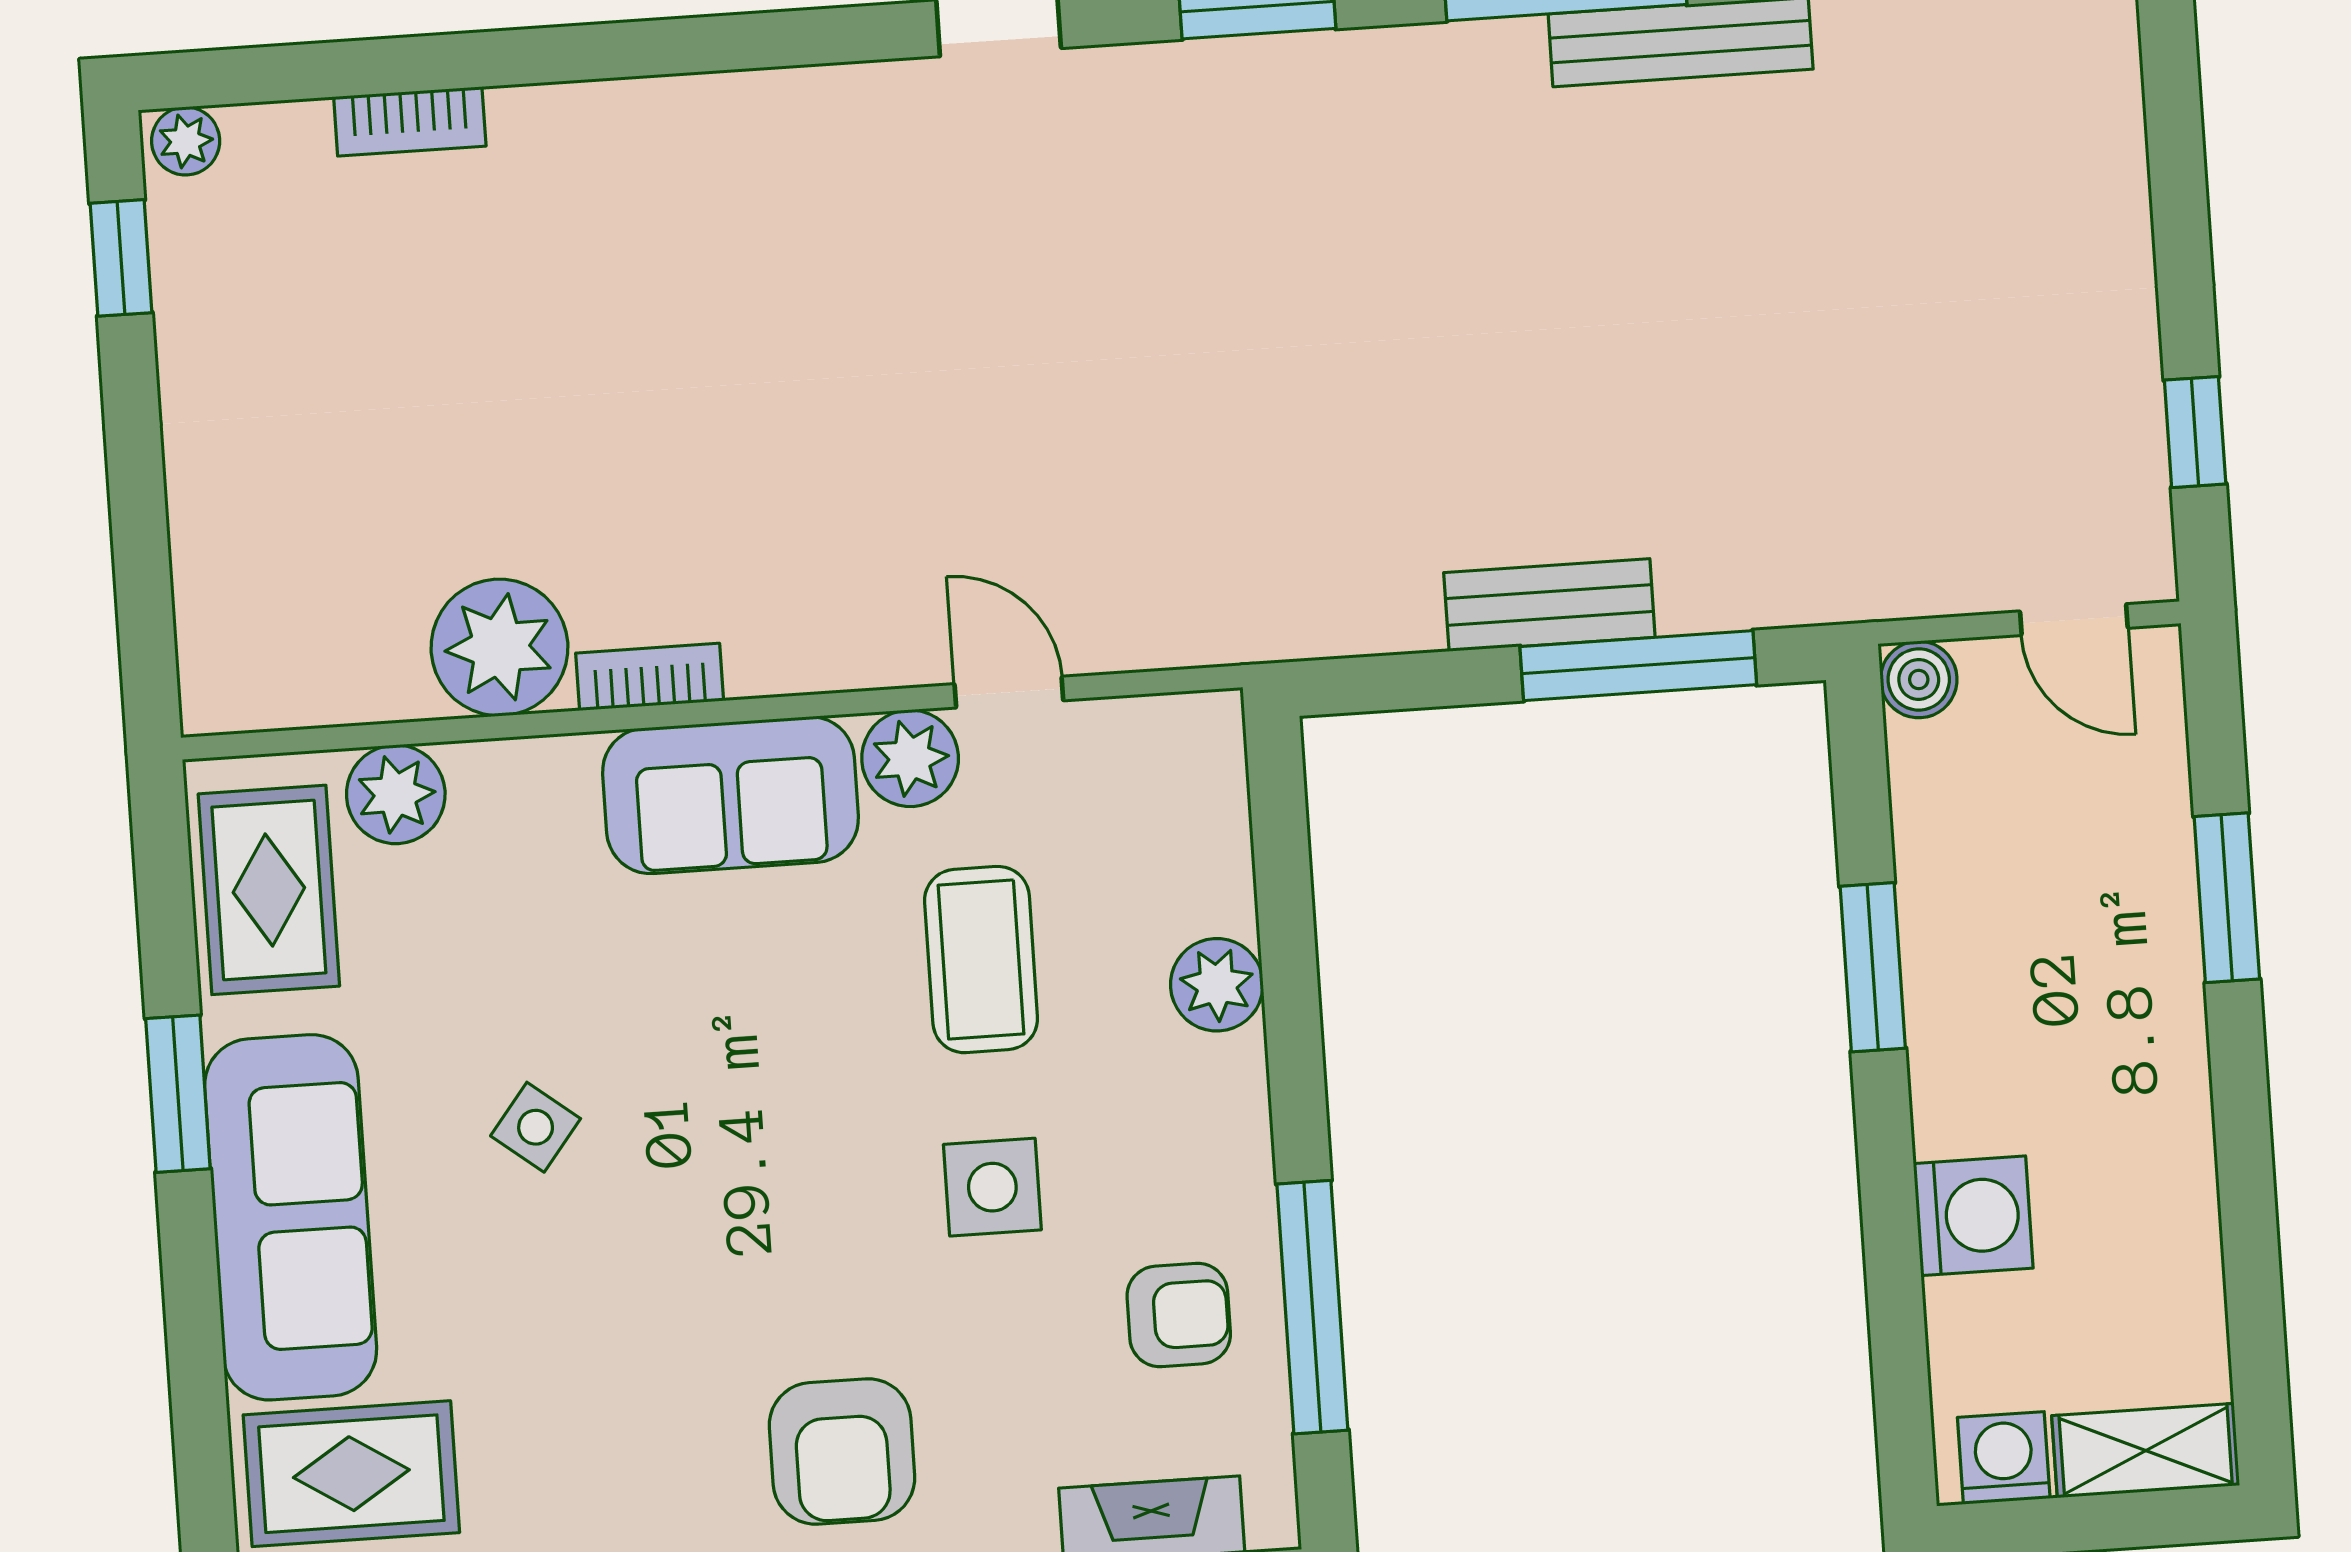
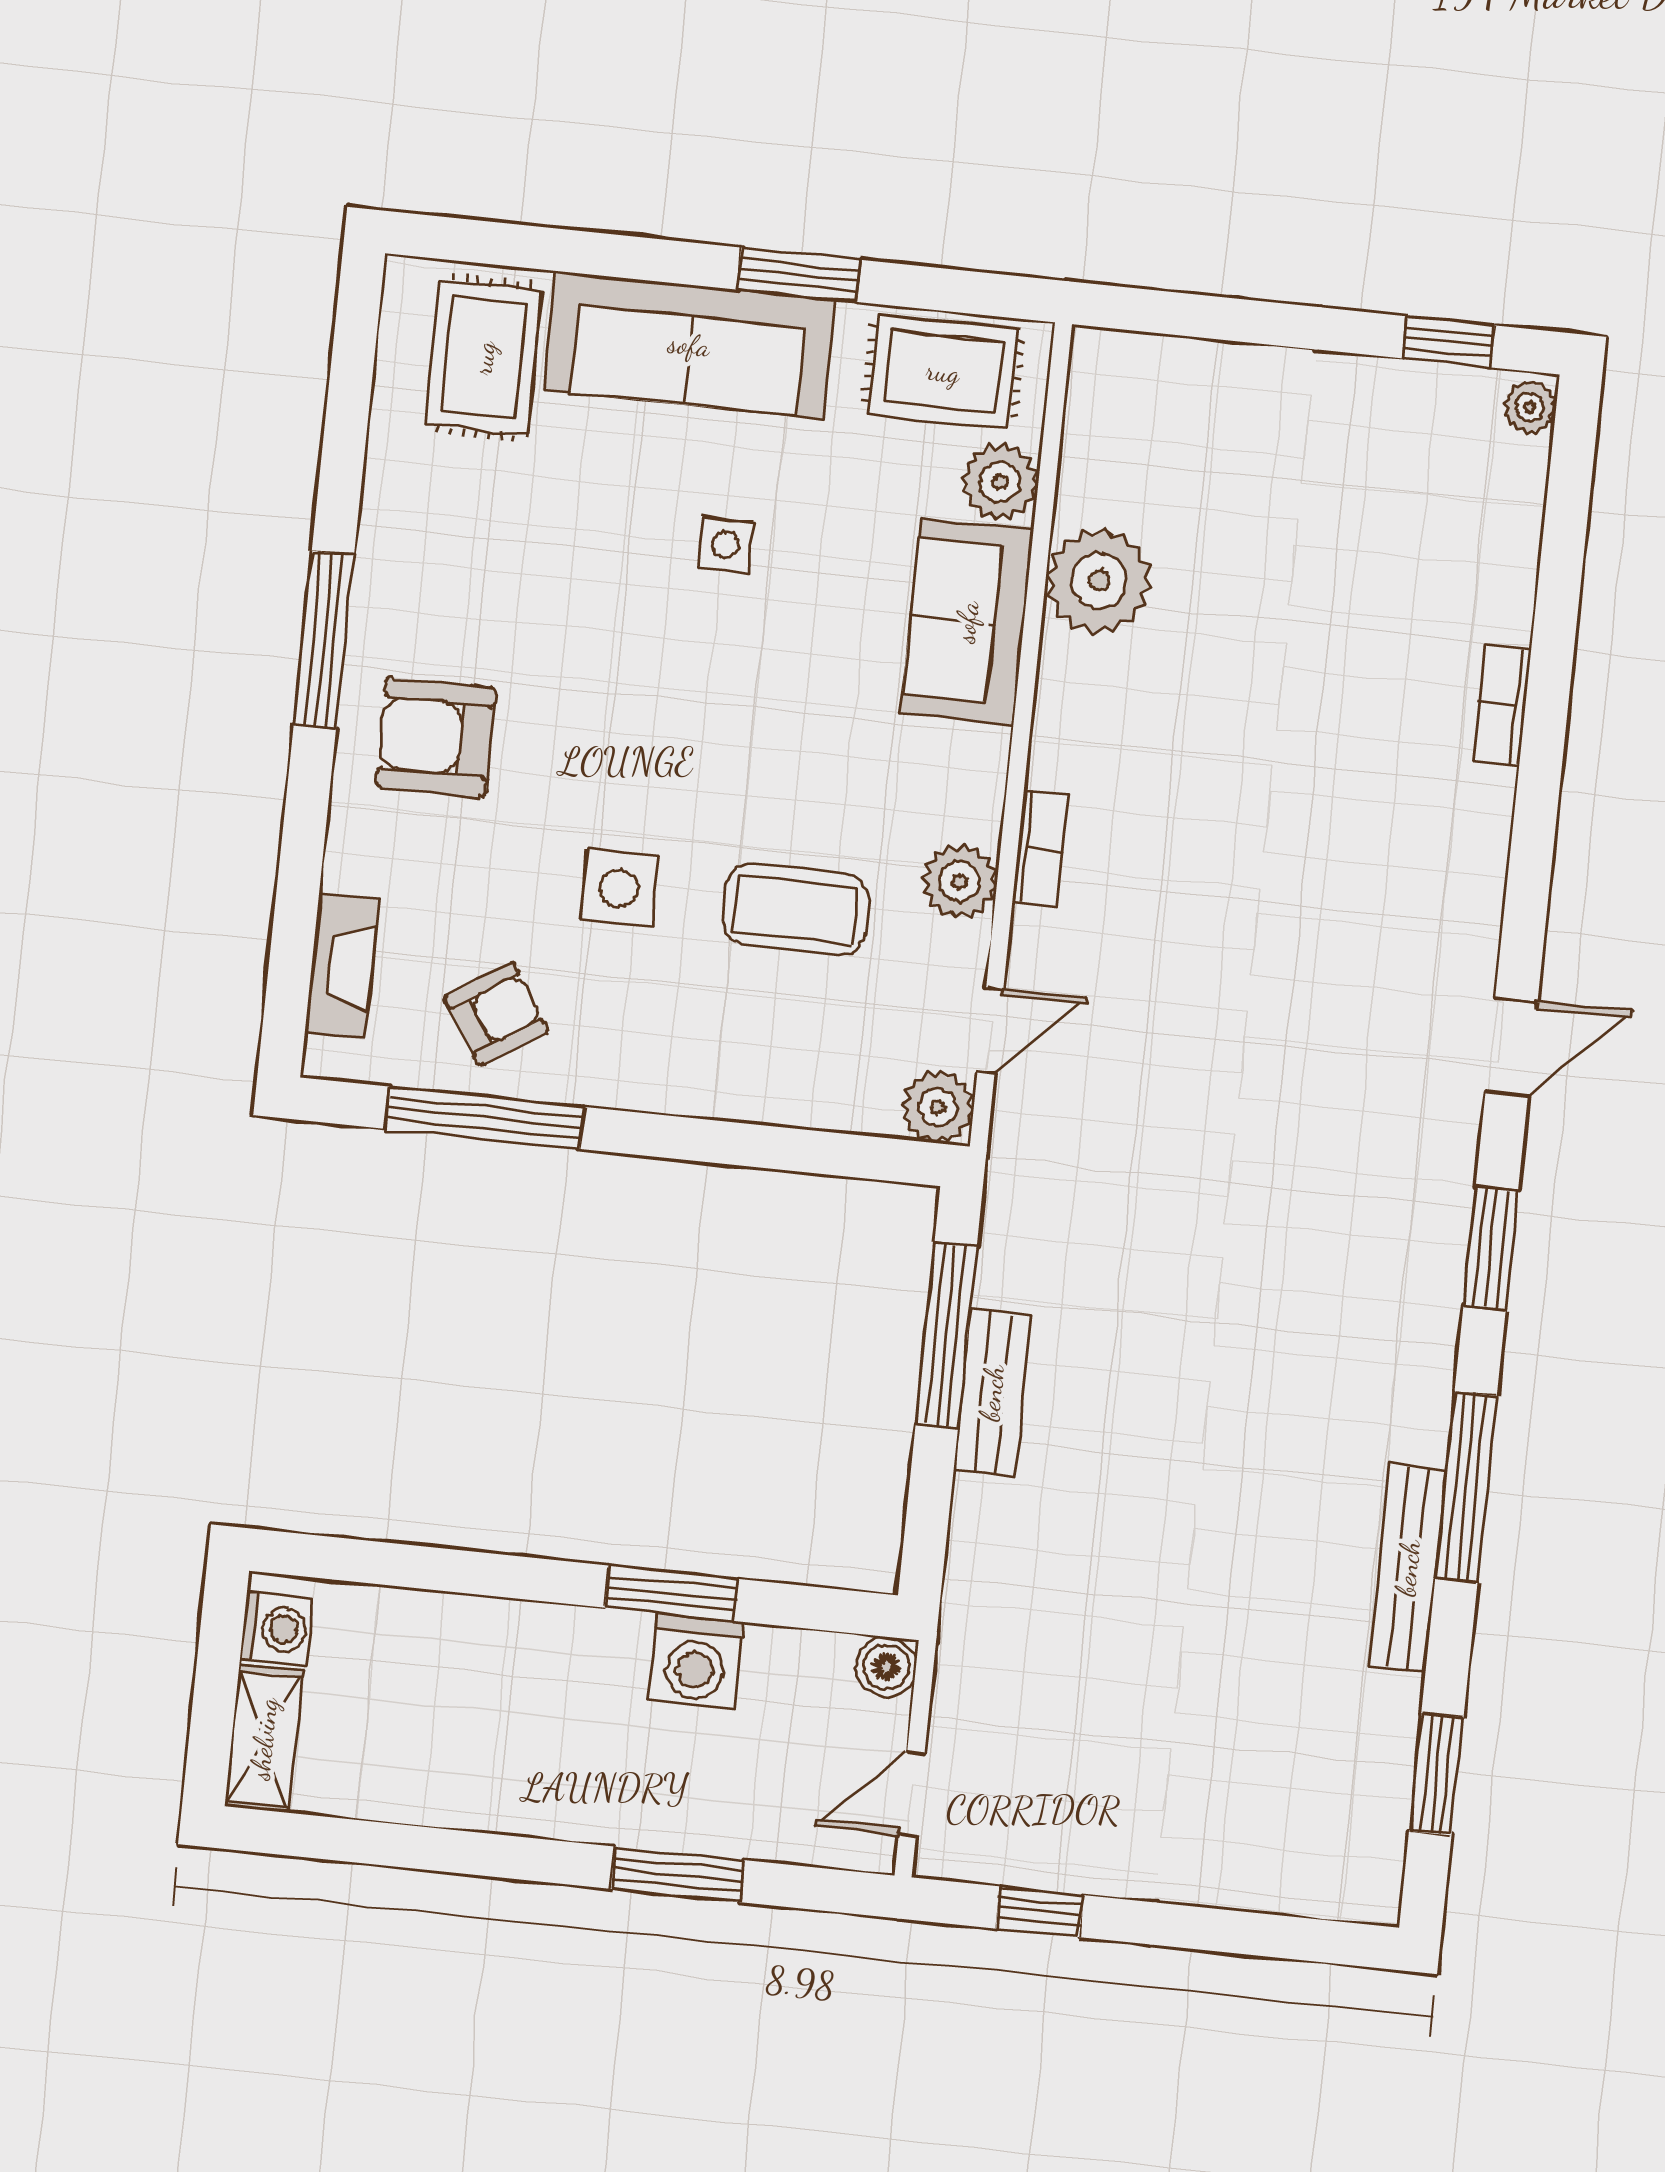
bookcase: (410, 121) -> (1502, 705), moved
window: (1638, 666) -> (946, 1335), moved
bookcase: (650, 677) -> (1040, 849), moved
door: (1009, 692) -> (990, 1030), moved
sofa: (731, 795) -> (967, 622), moved
plant: (1217, 985) -> (938, 1107), moved
side table: (536, 1127) -> (726, 545), turned -38
washing machine: (1973, 1216) -> (696, 1661), moved
armchair: (1179, 1315) -> (496, 1014), turned -123

